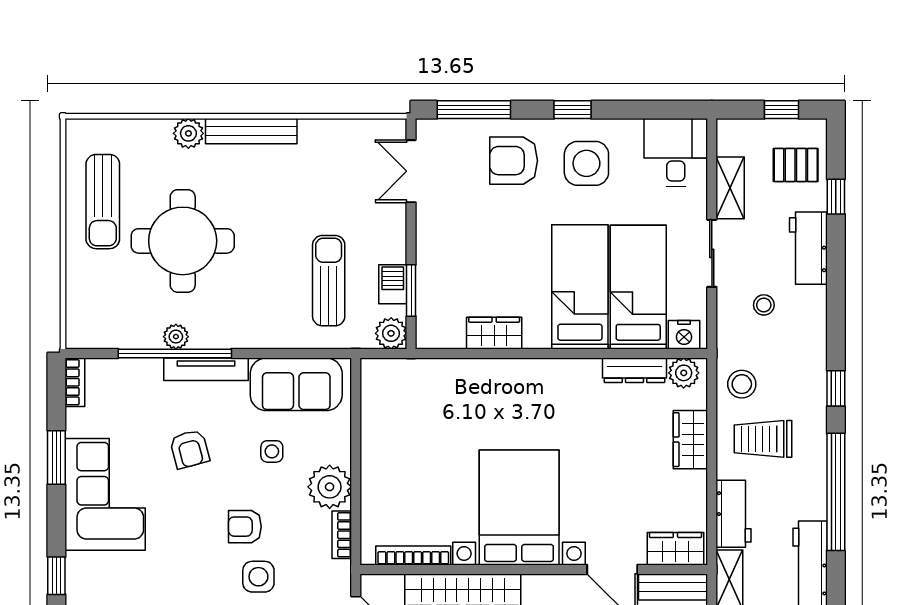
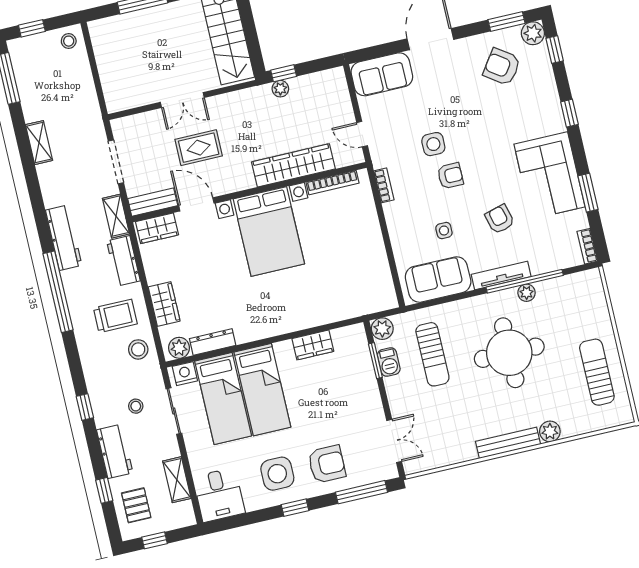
pallet: (796, 165) -> (136, 505), turned 90
round table: (183, 241) -> (509, 353), moved
sliding door: (712, 253) -> (174, 411), moved
window: (836, 388) -> (85, 407), moved
plant: (330, 487) -> (400, 216), removed

